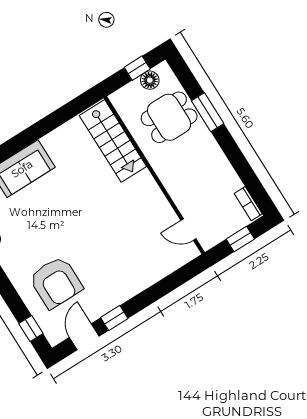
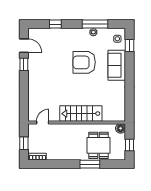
floor lamp: (150, 80) -> (121, 128), moved
stairs: (113, 141) -> (81, 114), moved
armchair: (56, 282) -> (84, 62), moved
window: (31, 329) -> (55, 24), moved

